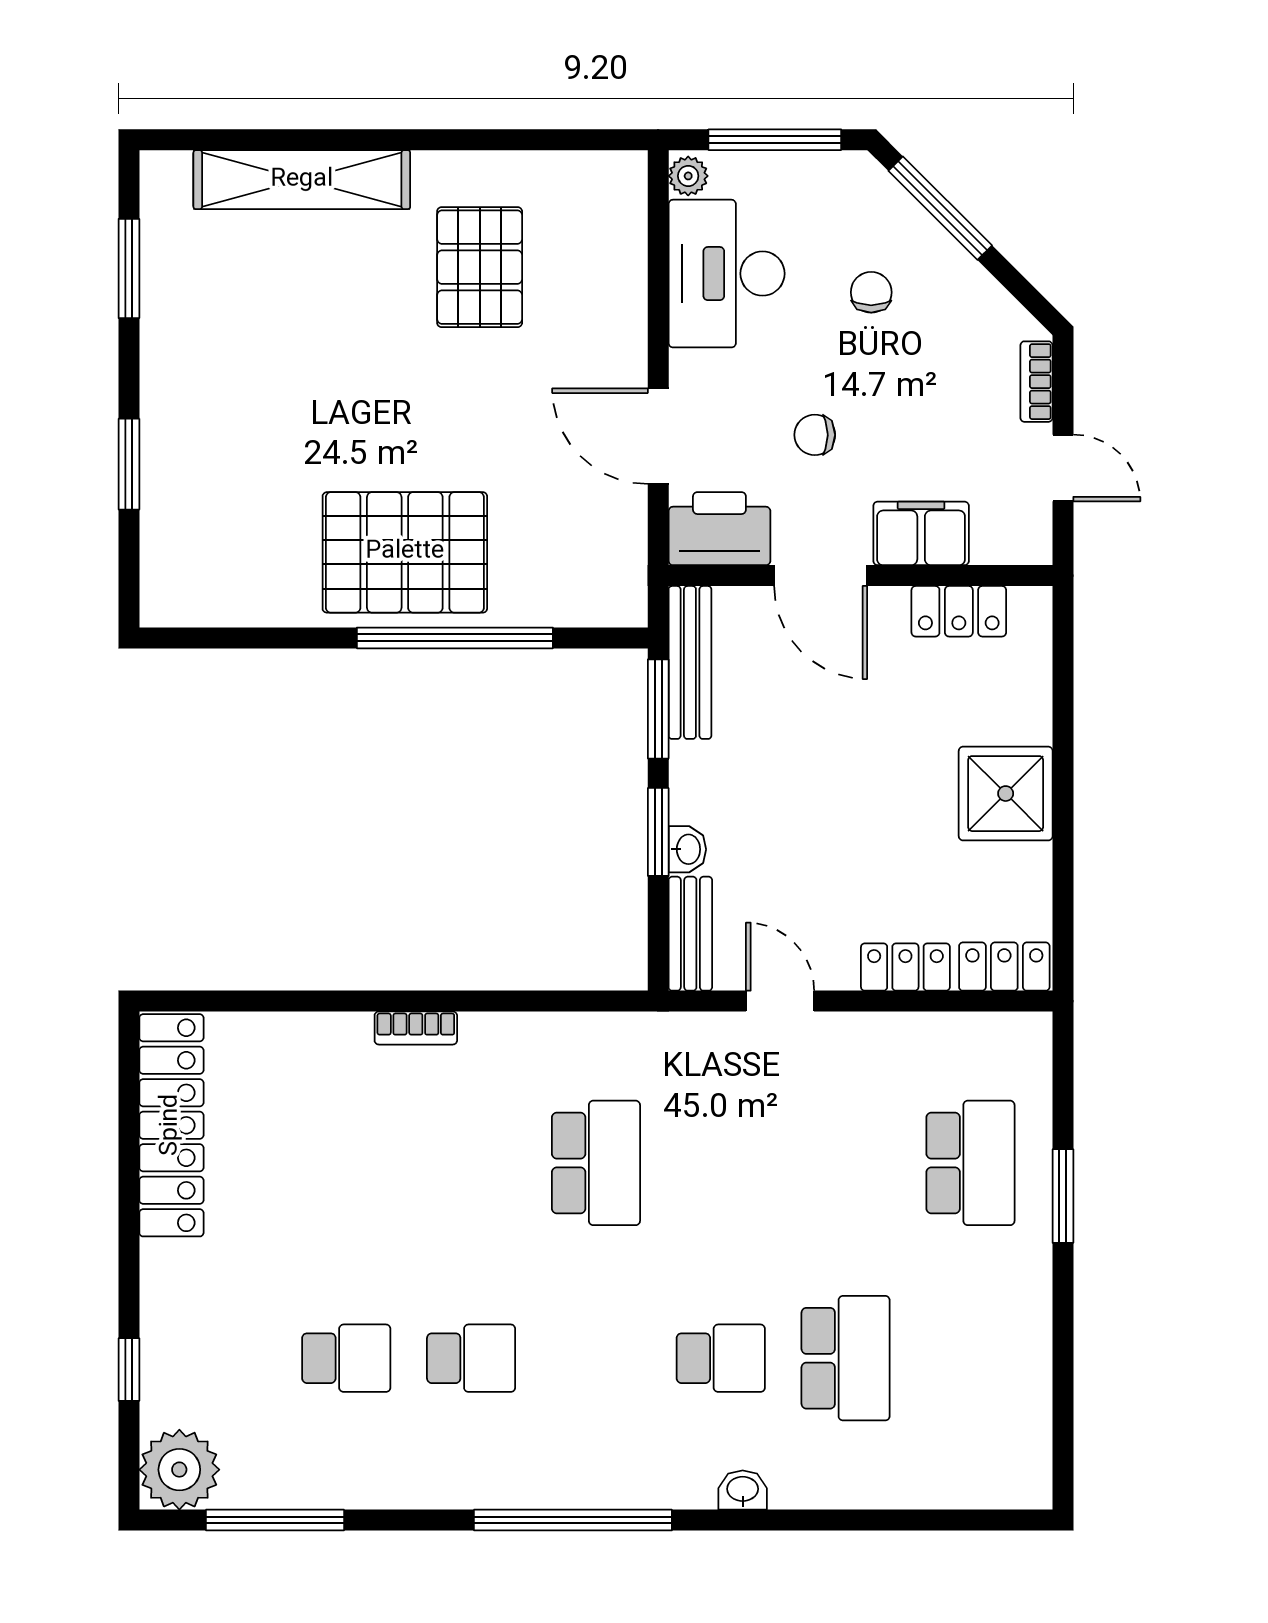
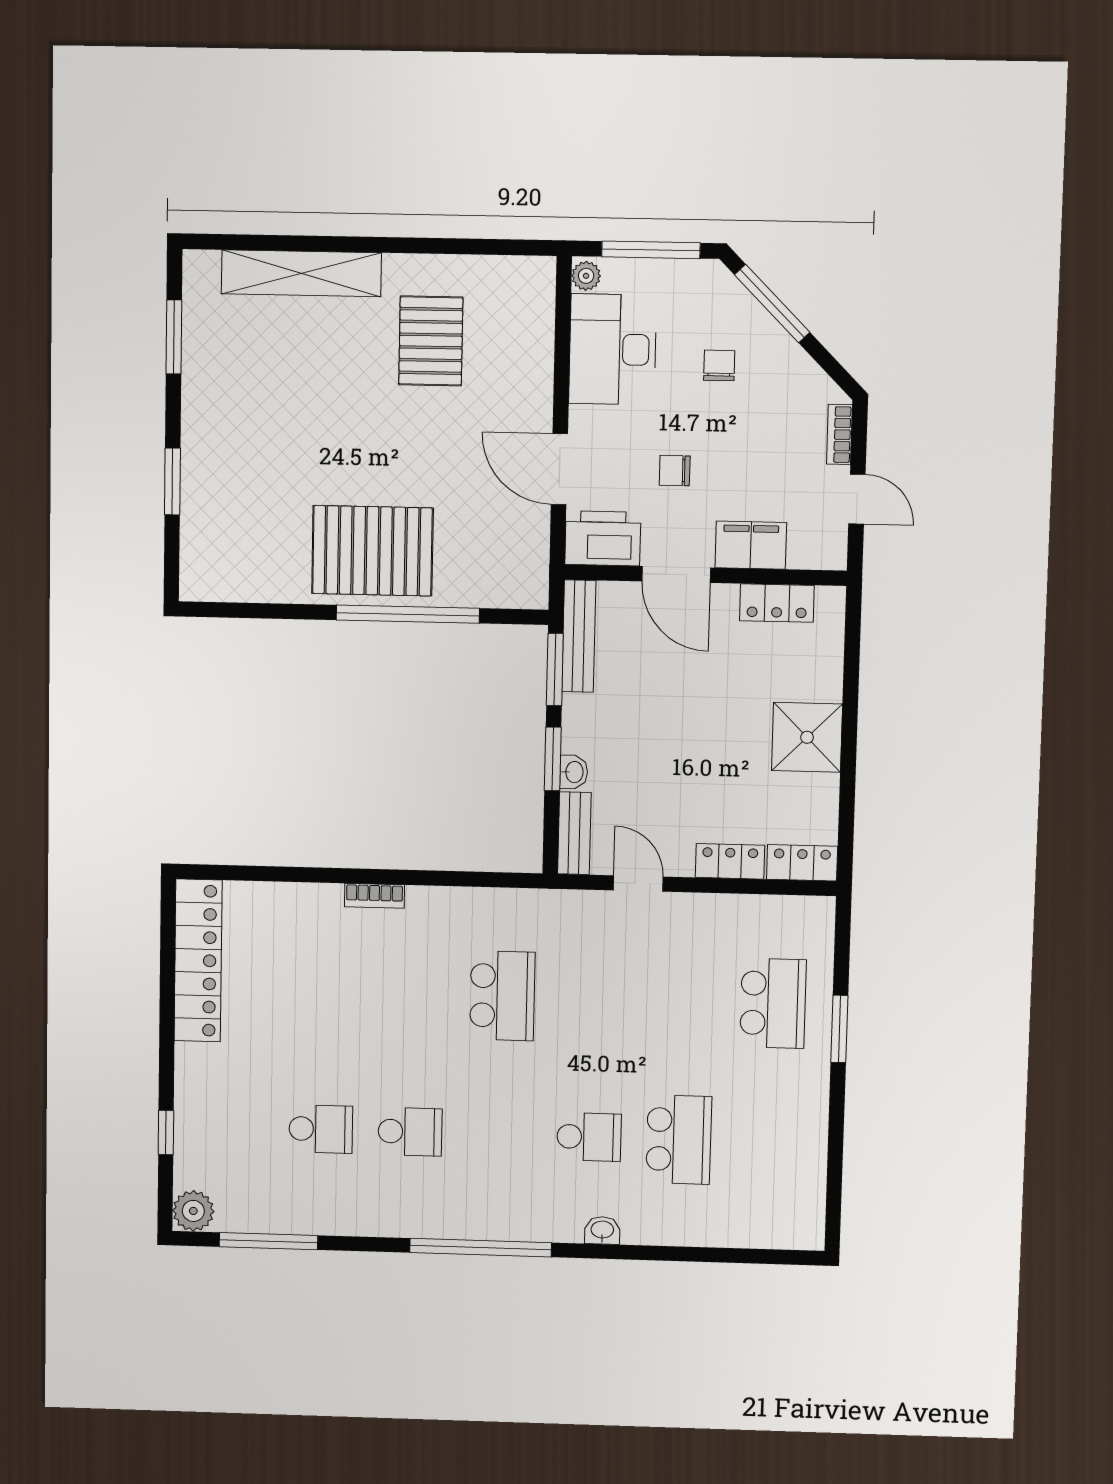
plant: (179, 1470) -> (193, 1211), width x0.73, depth x0.73

